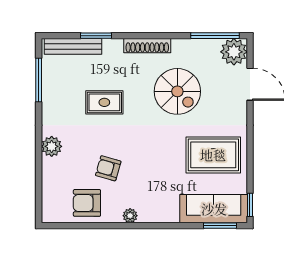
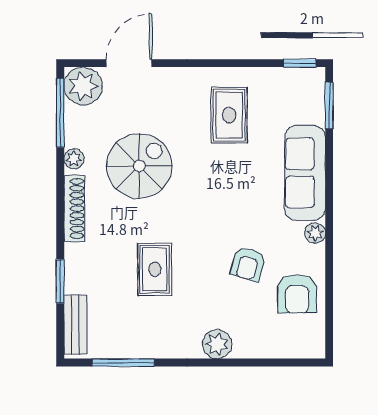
plant: (182, 45) -> (74, 159), added
bench: (73, 46) -> (75, 325), width x0.73
rug: (213, 155) -> (229, 115), width x0.73, depth x0.70
sofa: (214, 209) -> (305, 173), moved

